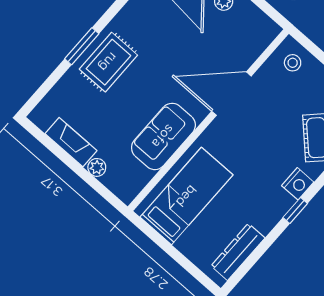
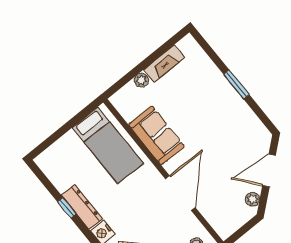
rug: (108, 62) -> (221, 103), removed
window: (295, 210) -> (67, 208), moved
dresser: (238, 252) -> (82, 207), moved

